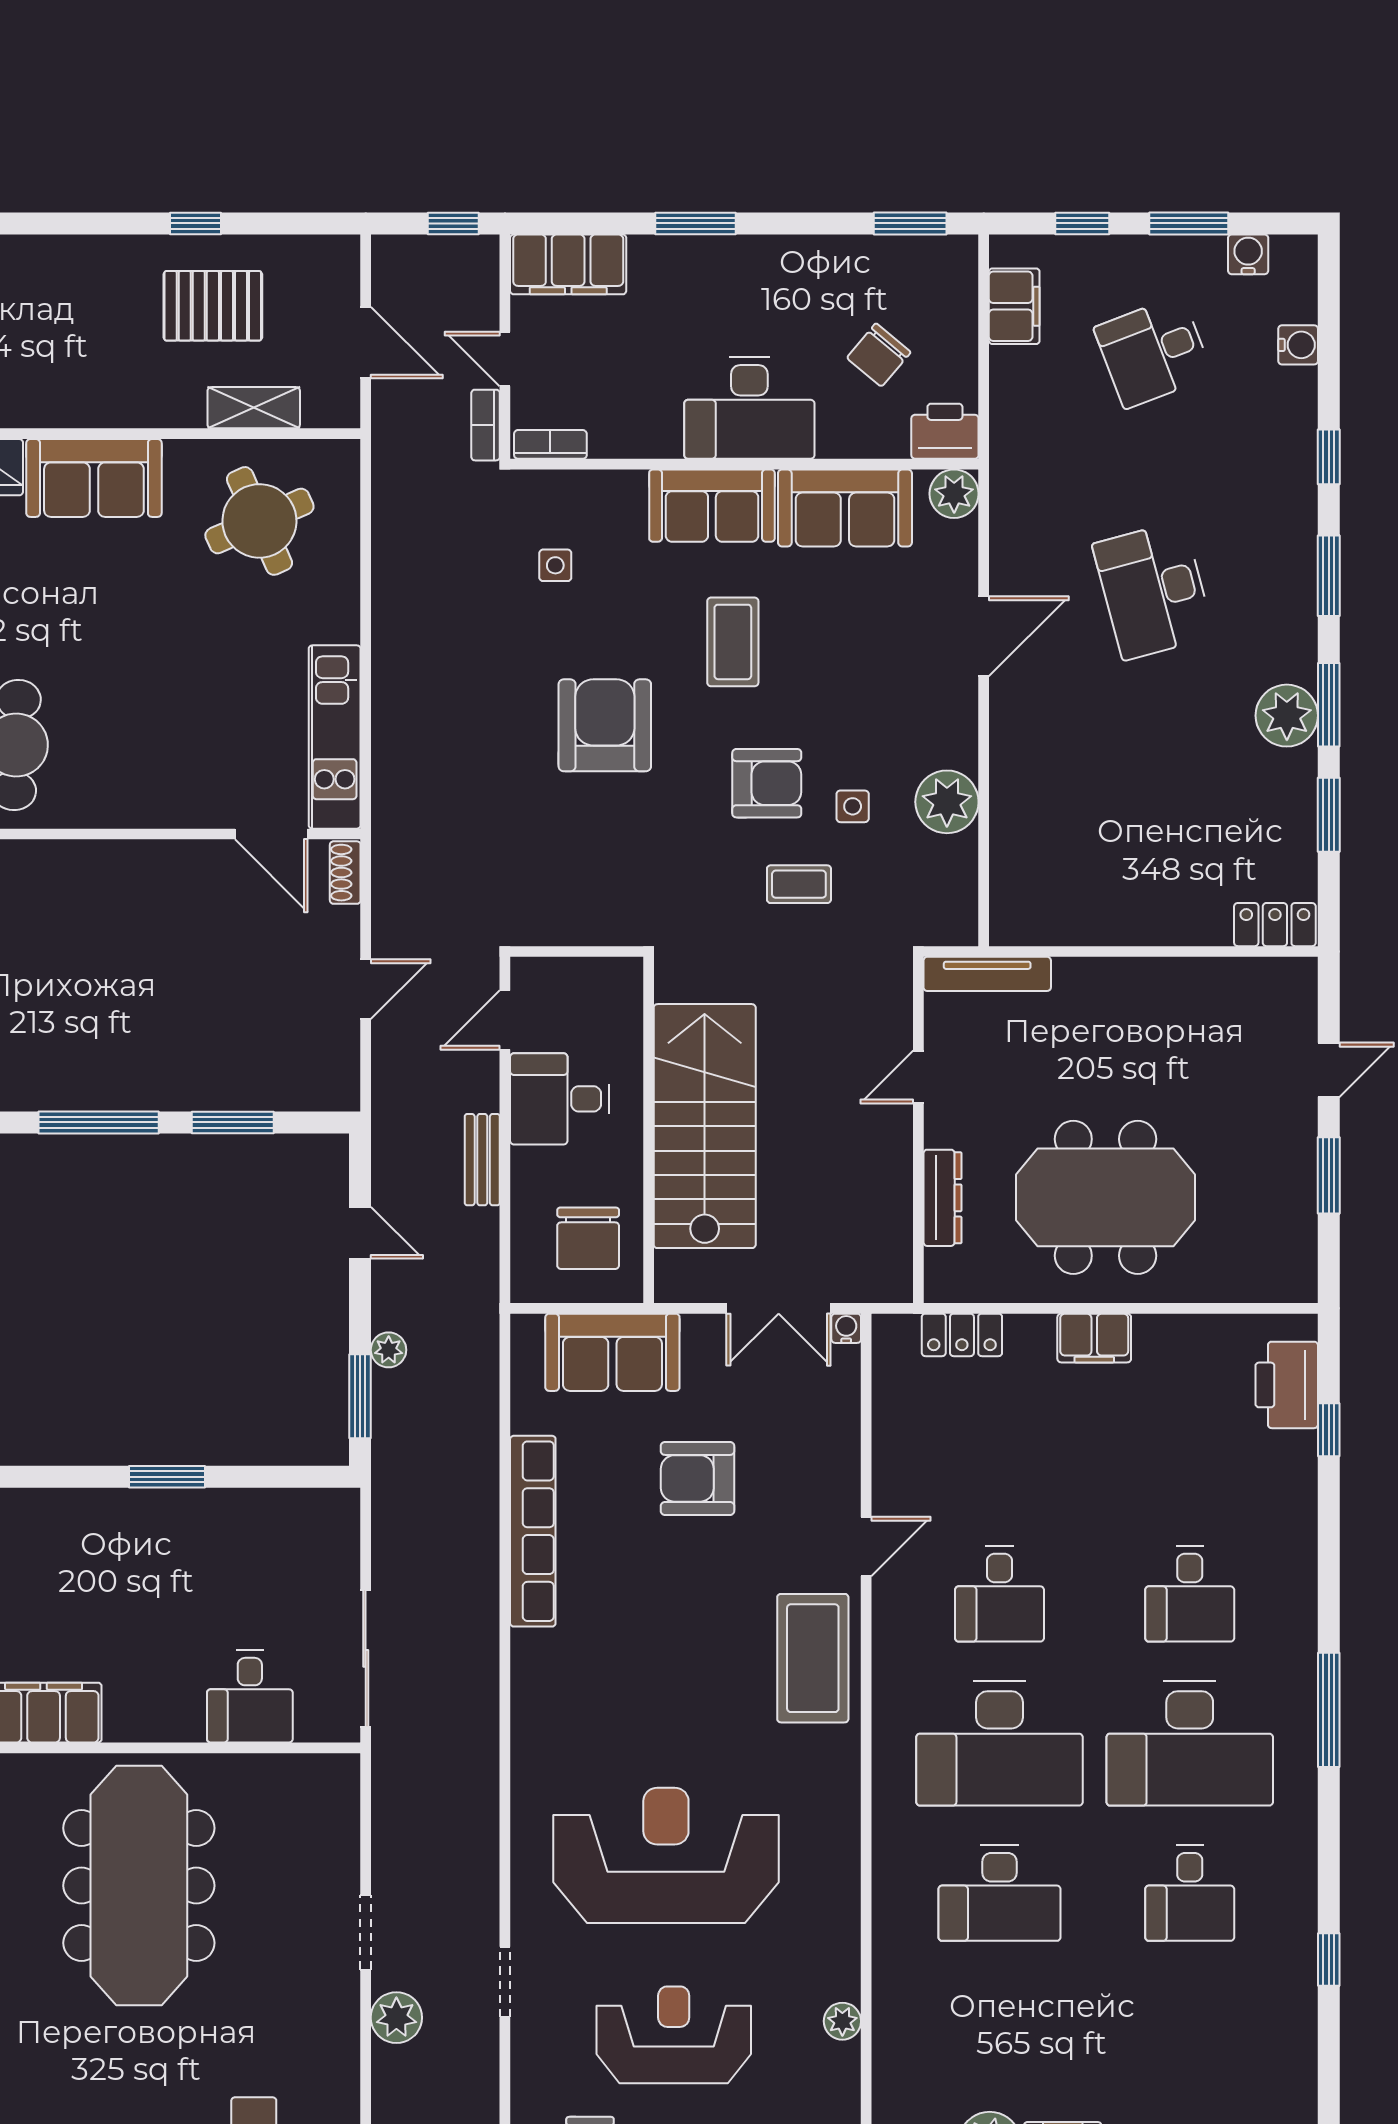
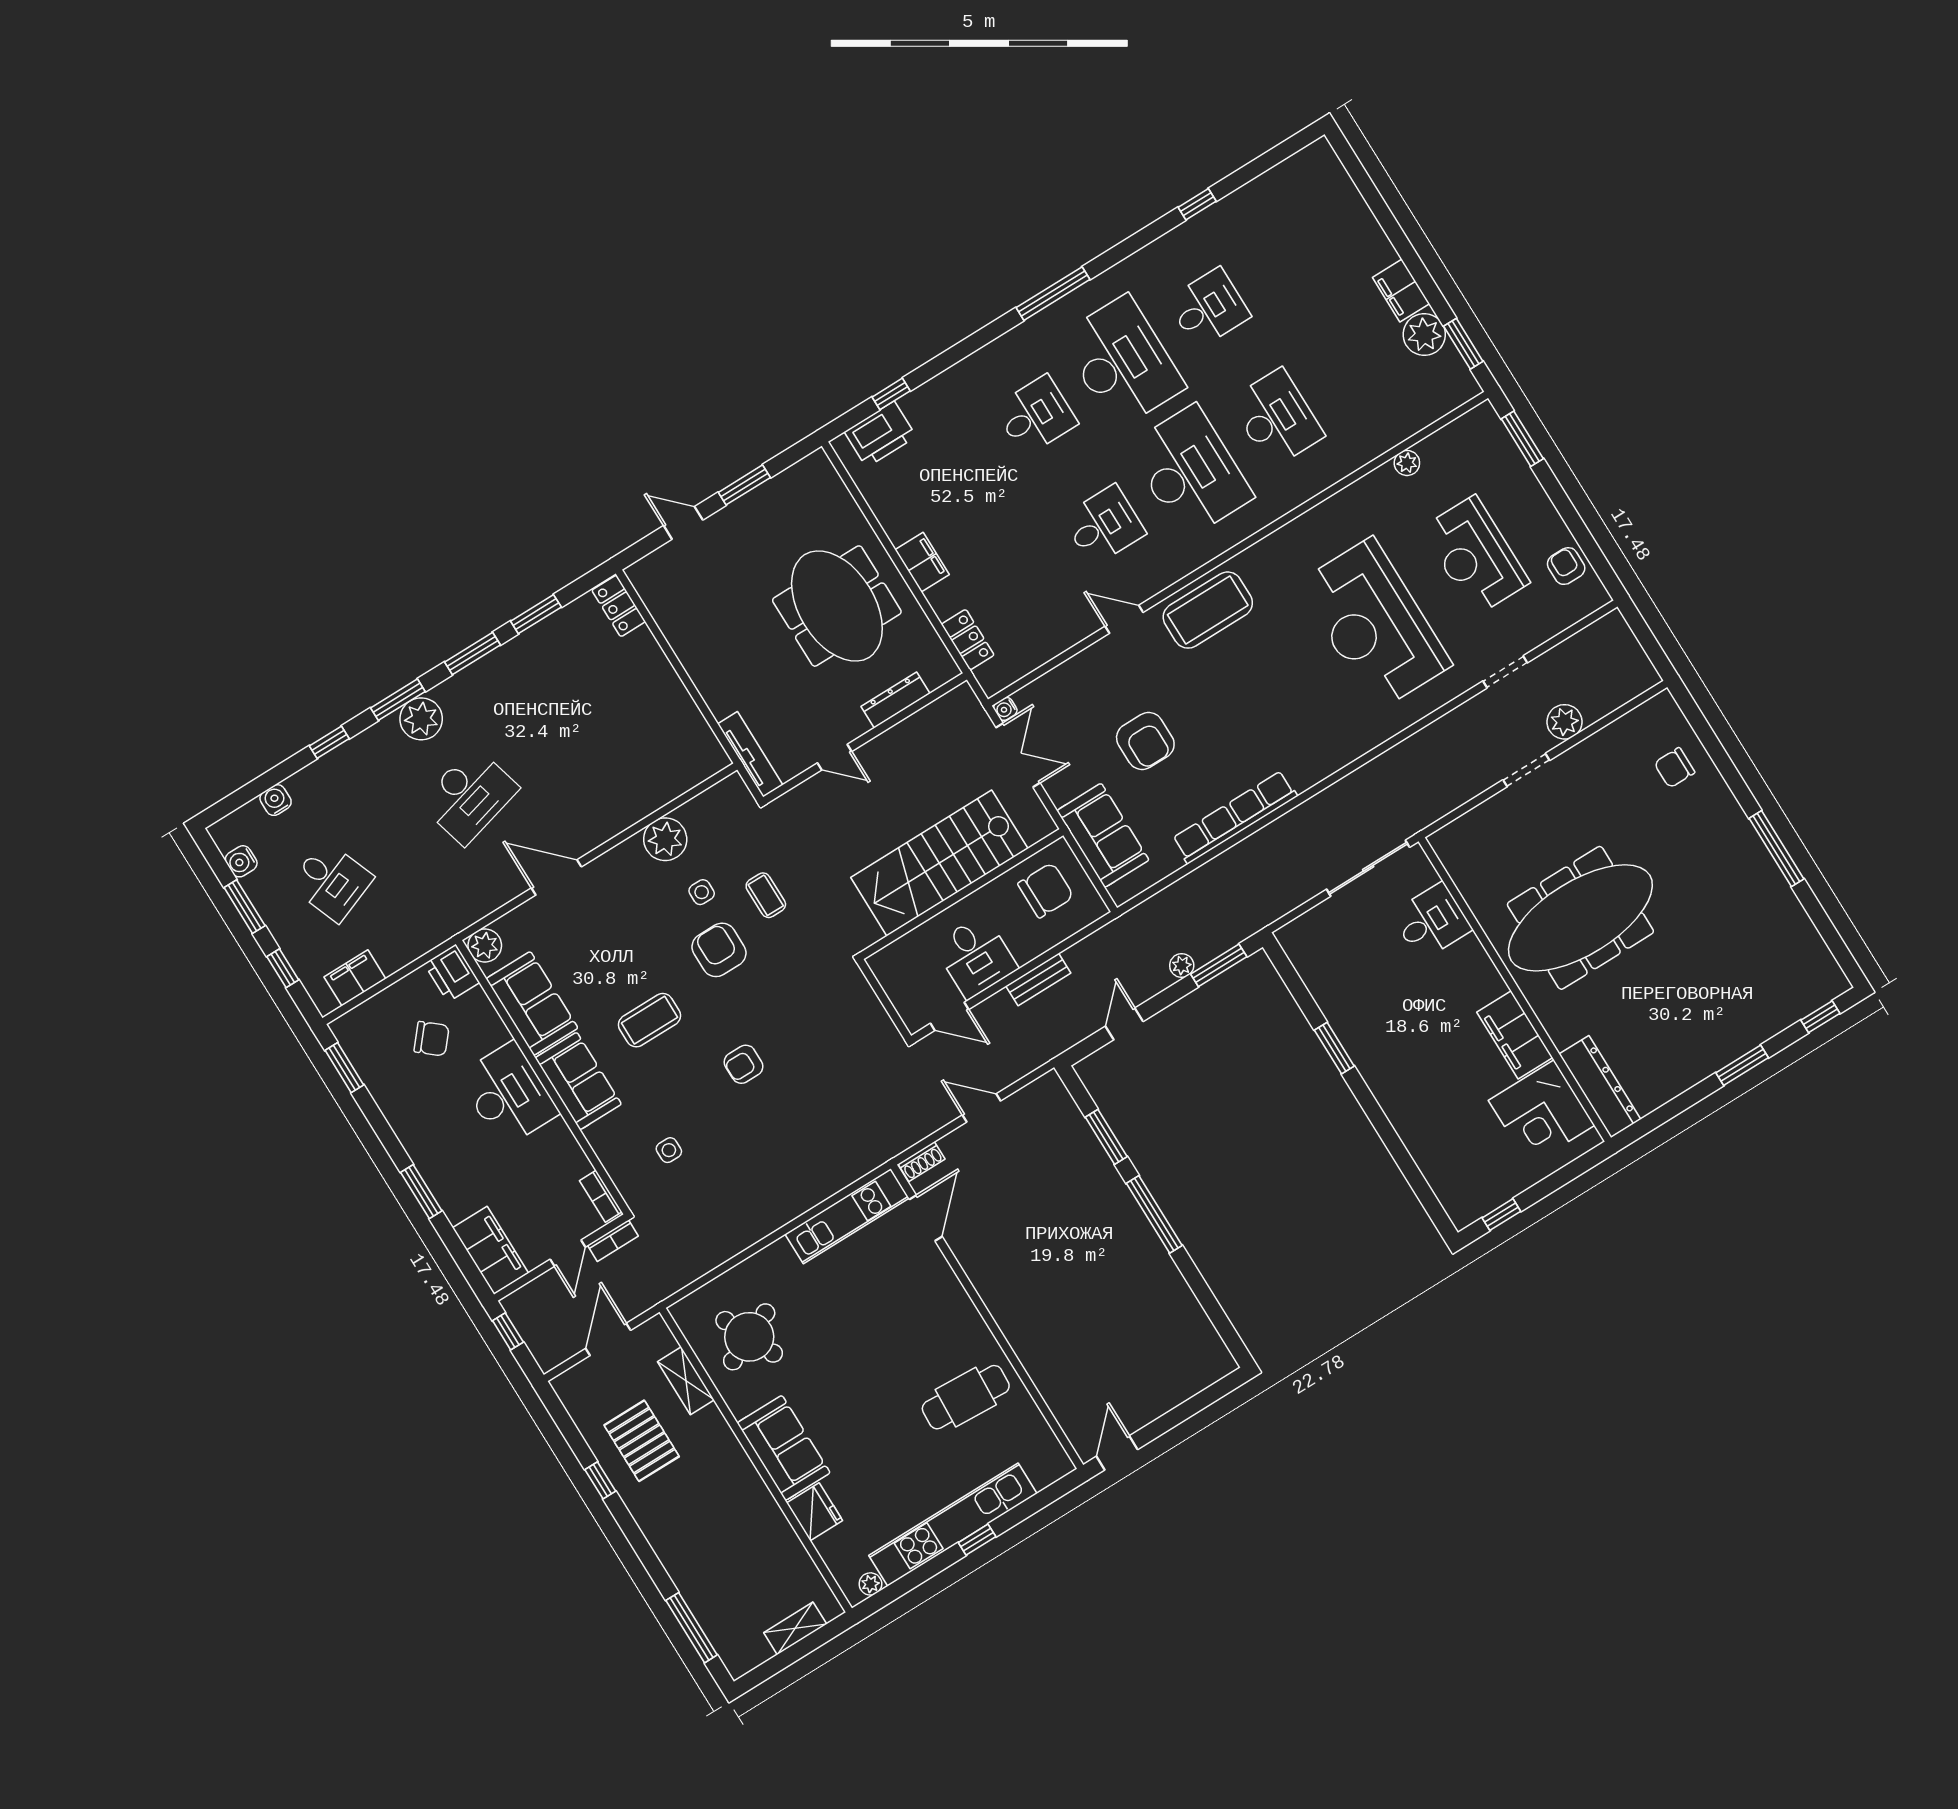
plant: (1287, 716) -> (421, 719), moved
armchair: (605, 725) -> (744, 1064), width x0.53, depth x0.53

